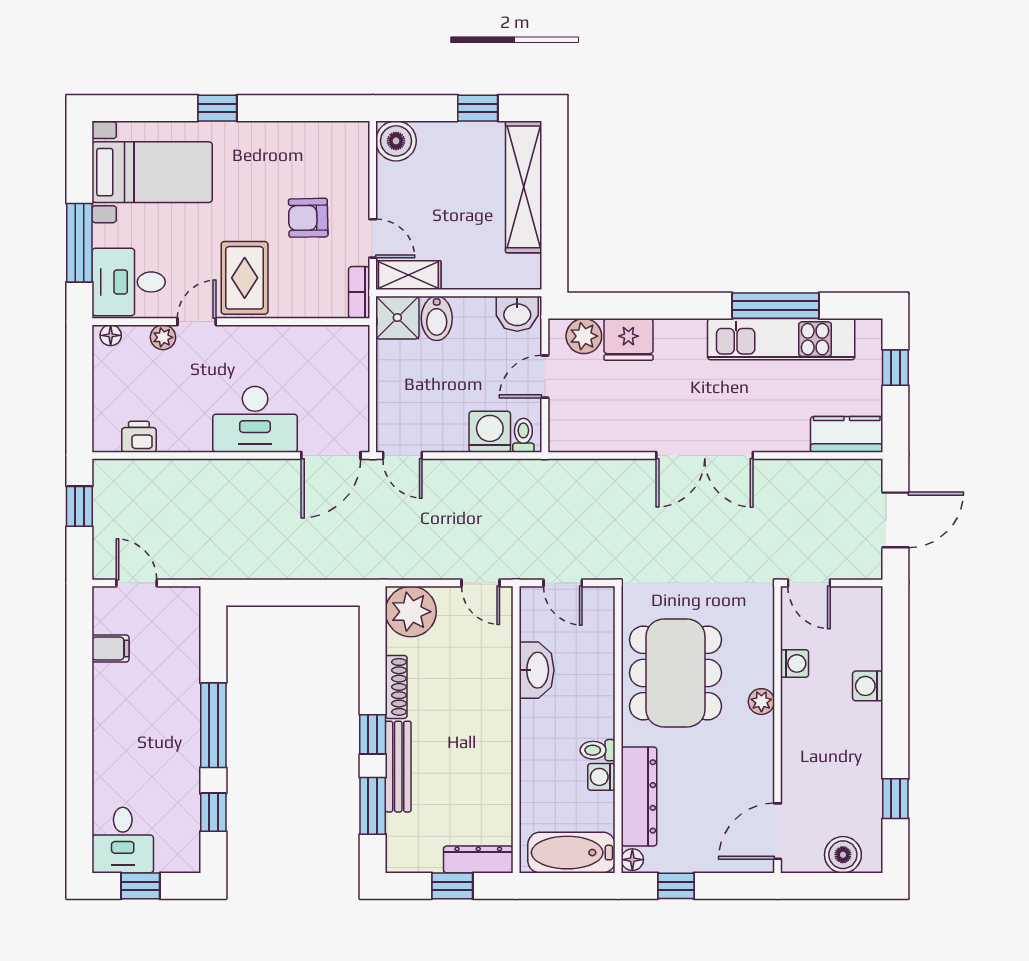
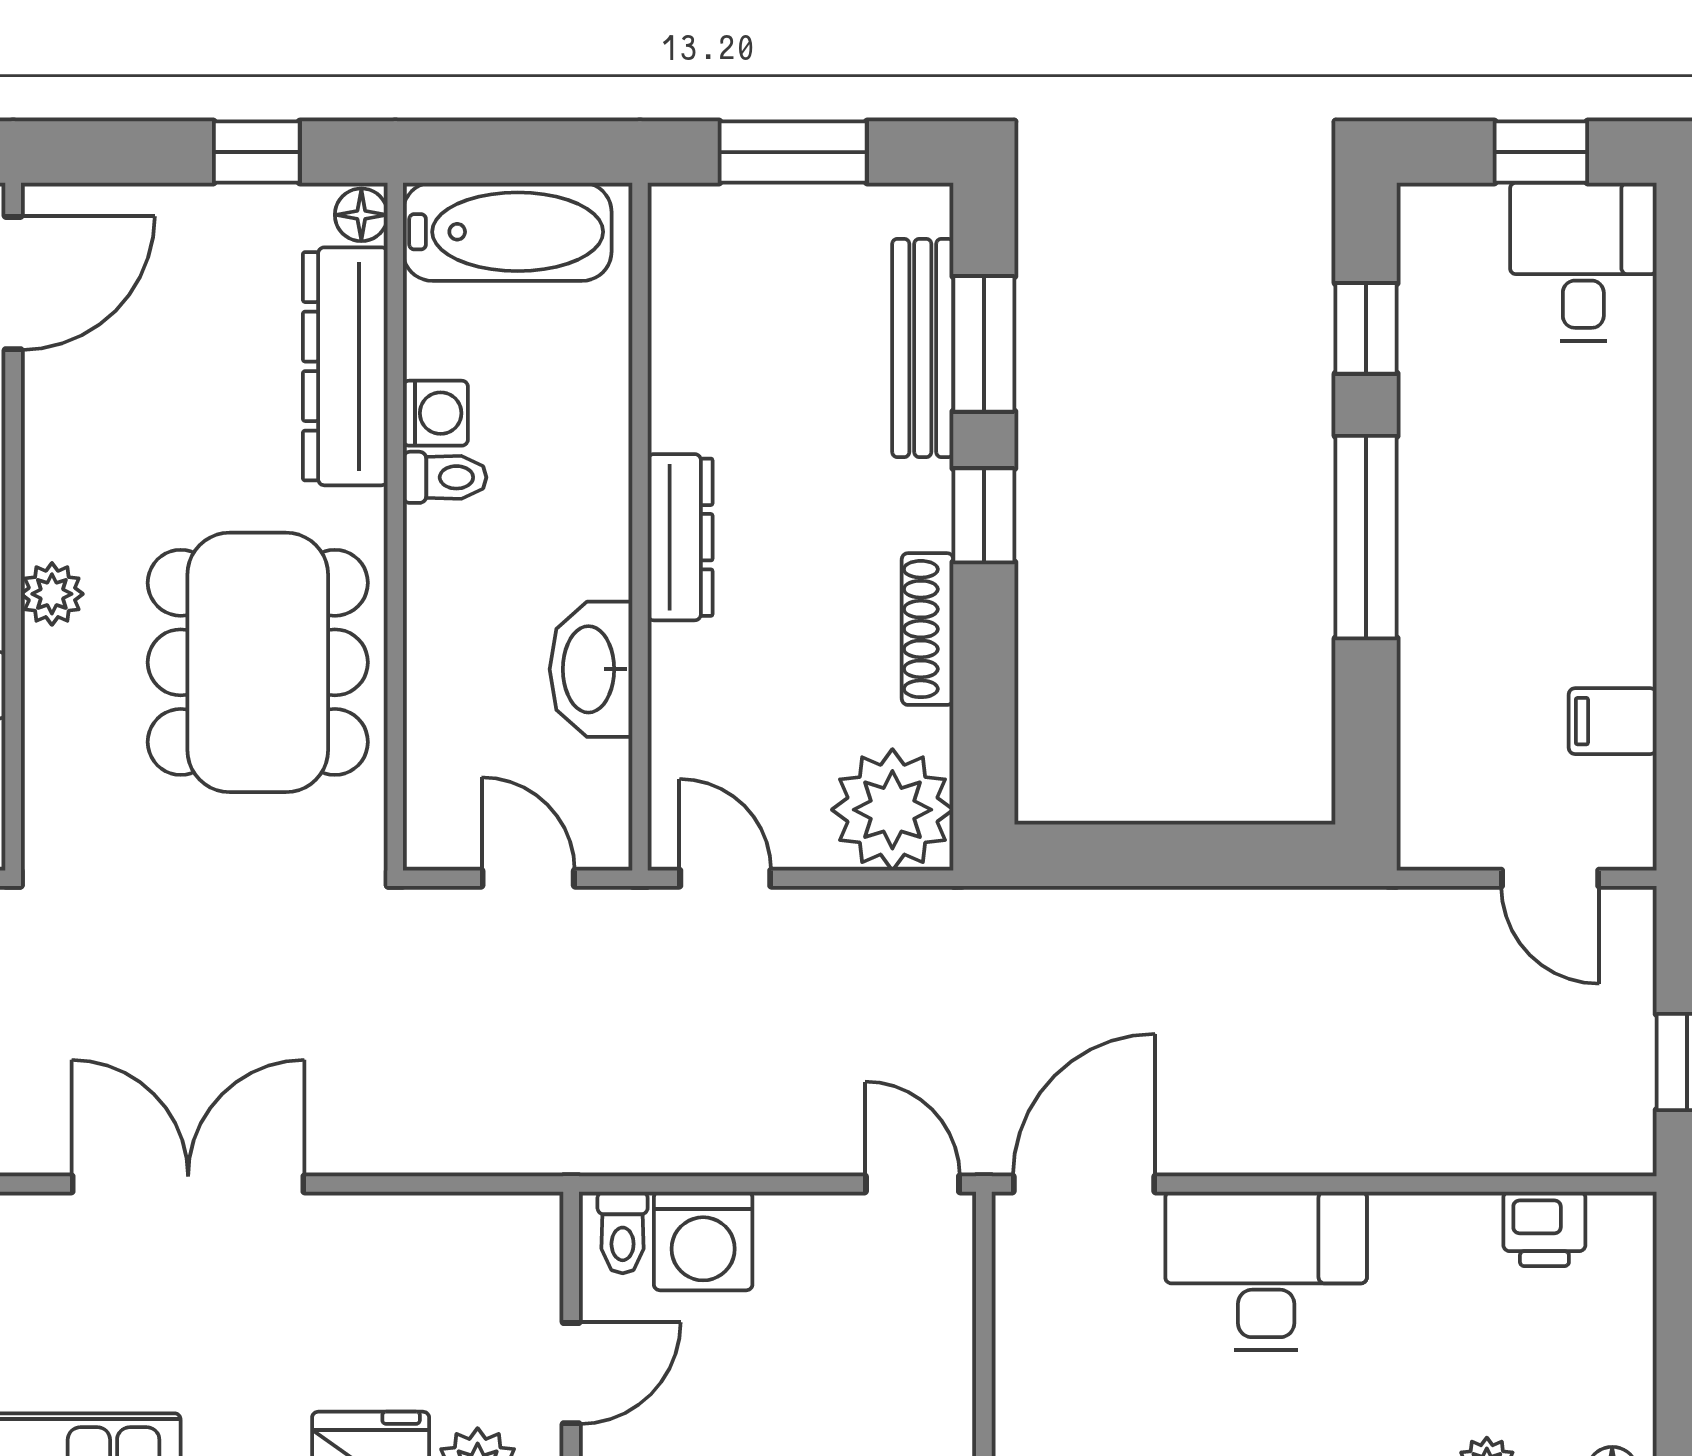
bench: (398, 767) -> (923, 348), moved
dresser: (478, 860) -> (680, 537), moved, turned -90
window: (452, 886) -> (793, 152), width x1.50

